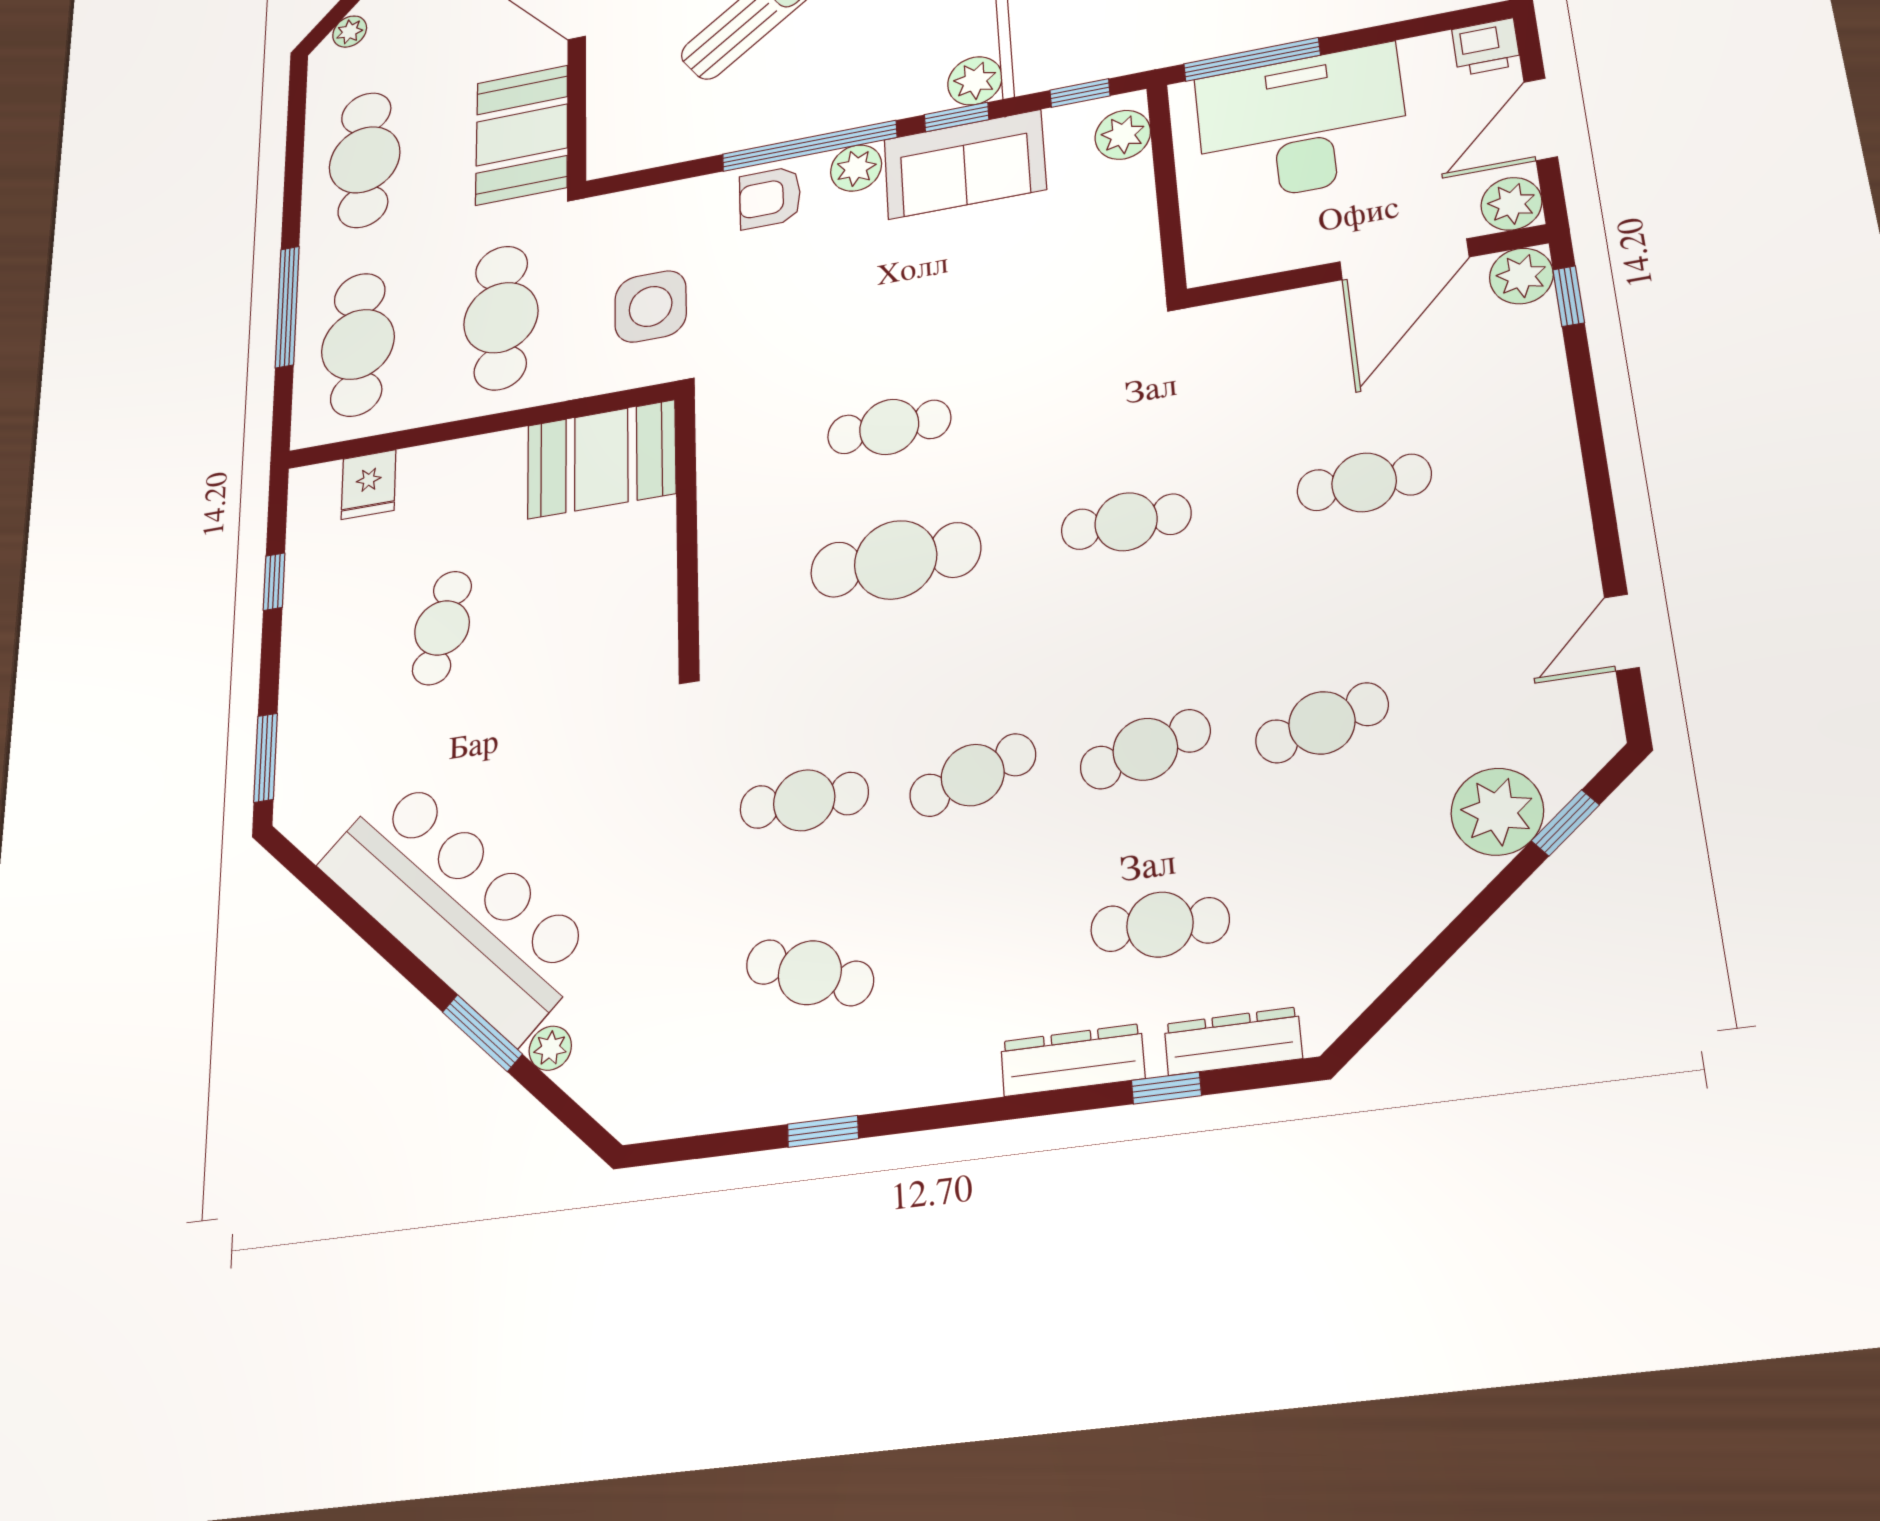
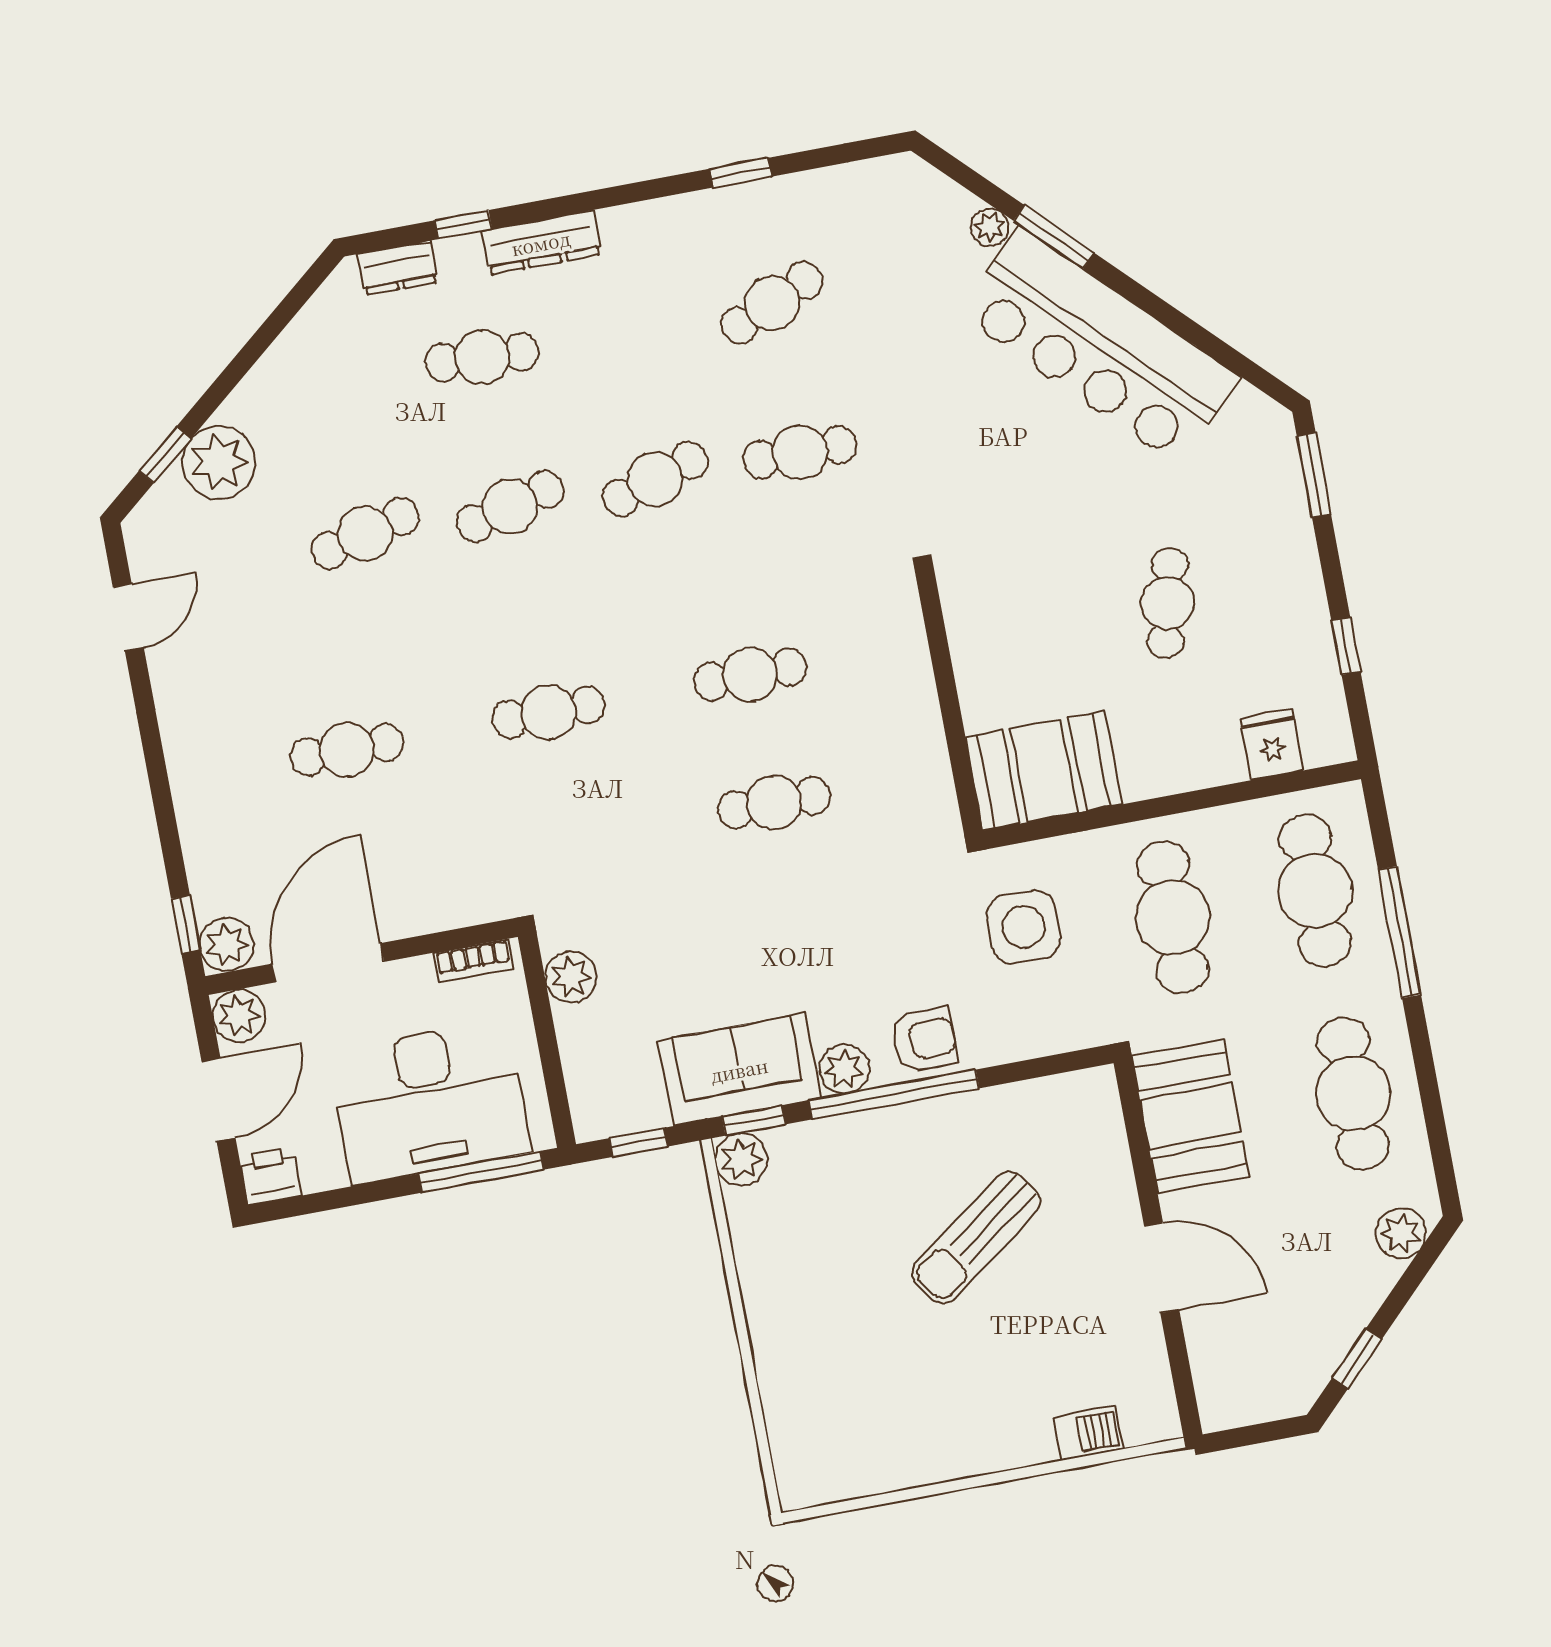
plant: (350, 32) -> (1401, 1233), width x1.38, depth x1.38
plant: (1123, 135) -> (571, 977), moved
bookcase: (1239, 264) -> (473, 961), added
cafe table: (896, 560) -> (750, 674), width x0.73, depth x0.74
cafe table: (810, 973) -> (772, 303), turned -45
dresser: (1233, 1041) -> (398, 268), width x0.70

